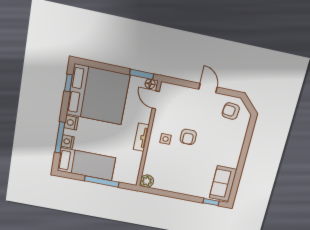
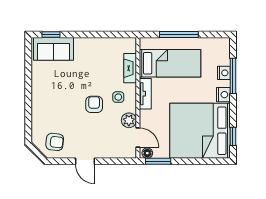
fireplace: (150, 162) -> (130, 68), added
bed: (86, 164) -> (170, 63), moved, turned 180
plant: (147, 181) -> (129, 120), moved
sofa: (223, 184) -> (53, 49), moved, turned 90

